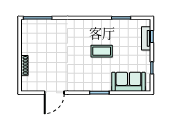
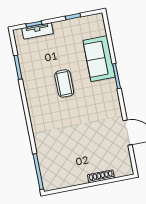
sofa: (128, 82) -> (99, 59), moved

